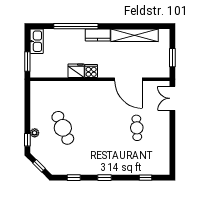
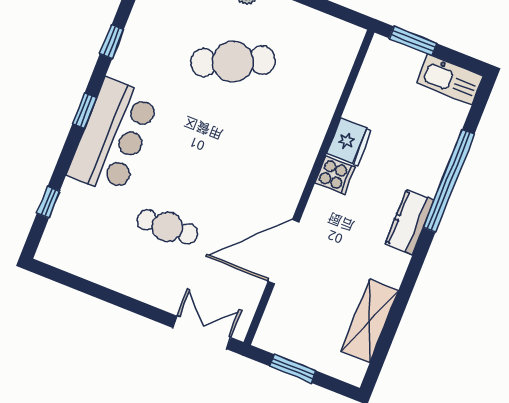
shelving: (135, 35) -> (370, 321), width x0.68
bar counter: (110, 163) -> (113, 137), added

